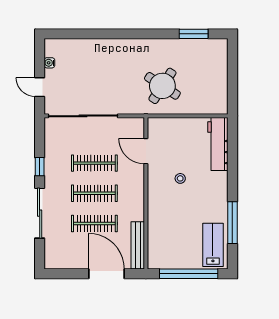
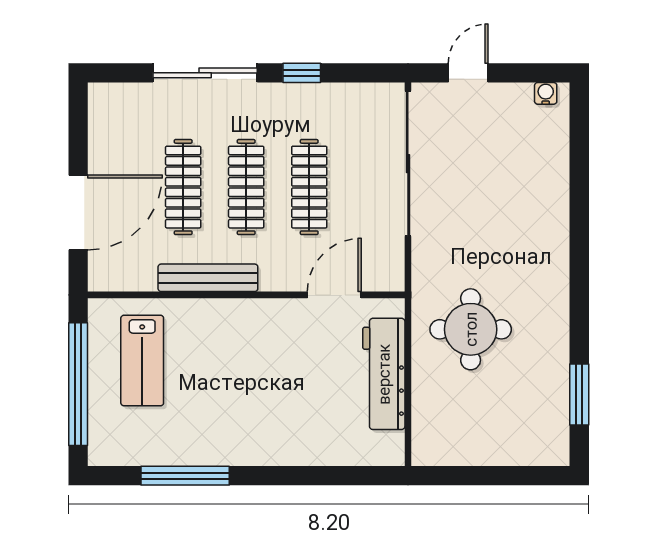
water cooler: (49, 63) -> (546, 93), moved
round table: (162, 86) -> (471, 329), turned -33
workbench: (218, 144) -> (384, 374), moved, turned -90
stool: (180, 178) -> (277, 366), removed
bench: (138, 245) -> (208, 278), moved
lab bench: (213, 245) -> (142, 361), moved, turned 90

